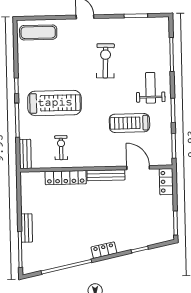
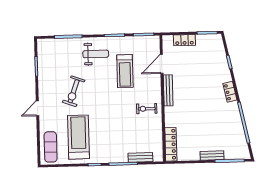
exercise bike: (105, 61) -> (74, 91), turned -72
weight bench: (151, 88) -> (96, 54), turned 180
treadmill: (55, 103) -> (78, 137), moved
exercise bike: (61, 148) -> (147, 109), moved
bench: (25, 154) -> (140, 157), moved
locker: (66, 178) -> (171, 144), moved
locker: (166, 182) -> (184, 40), moved

